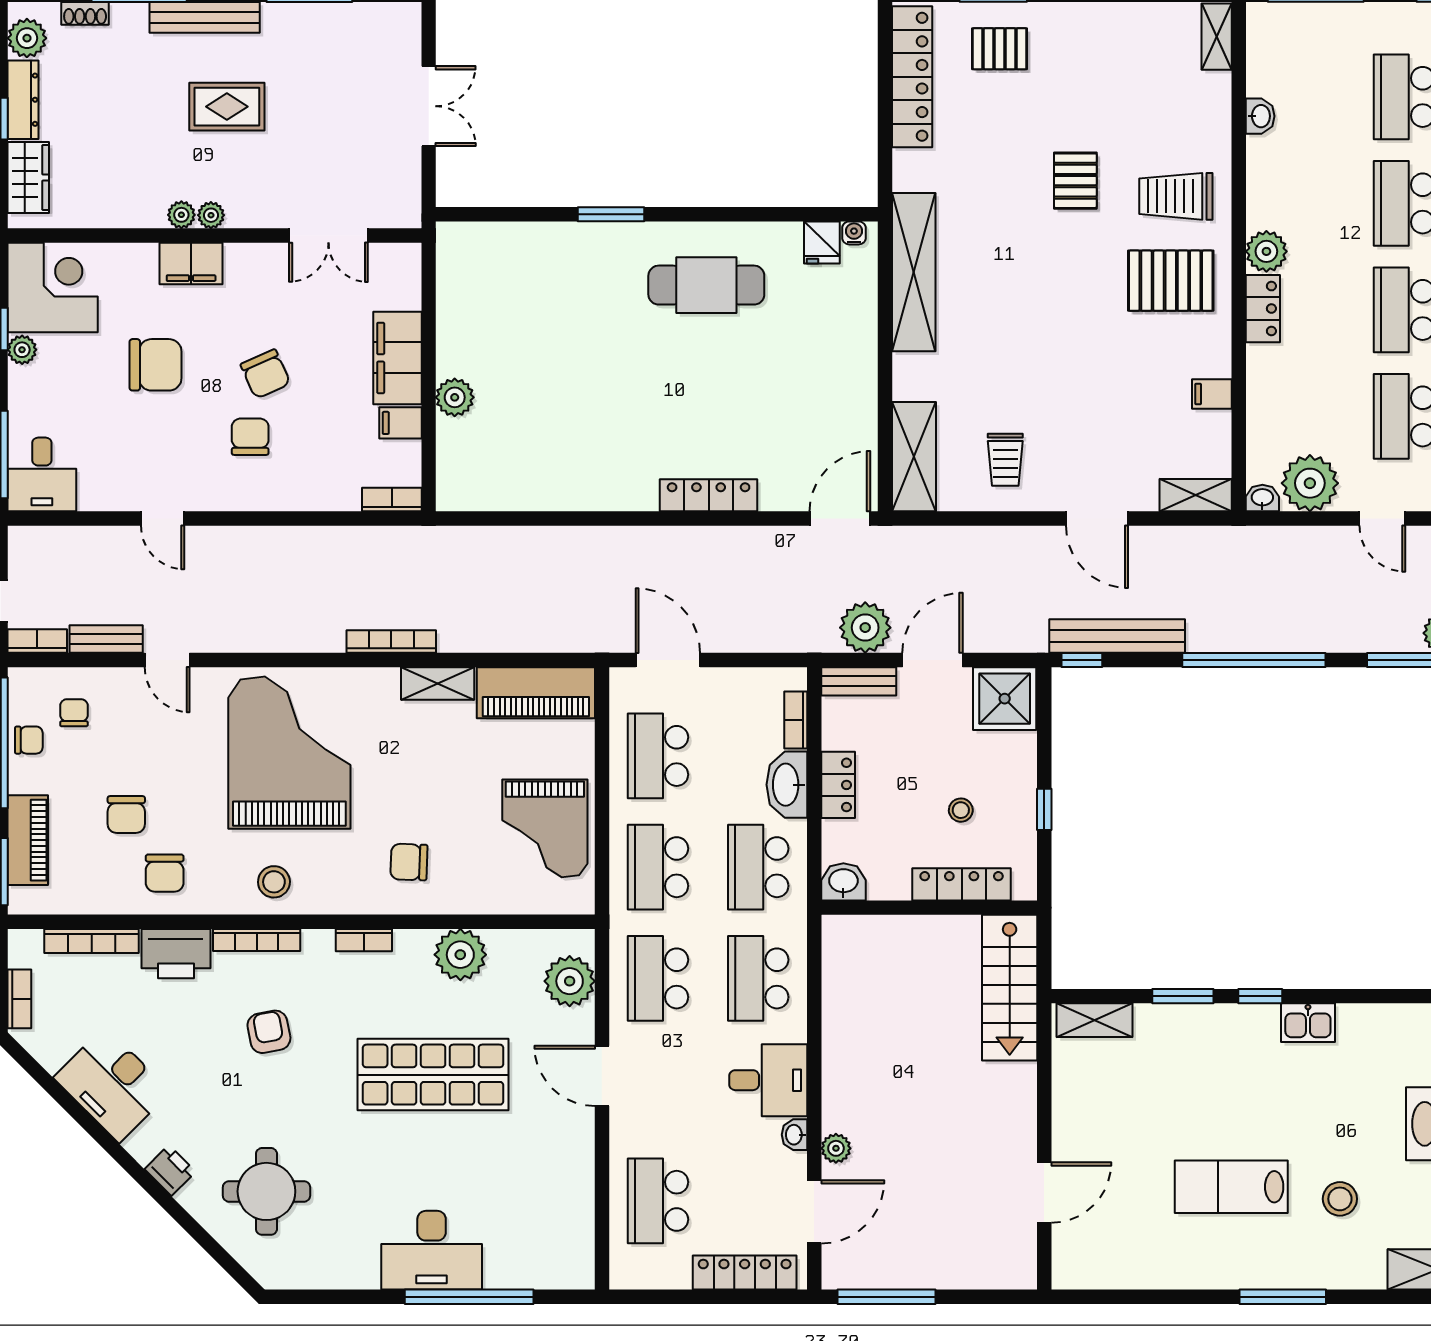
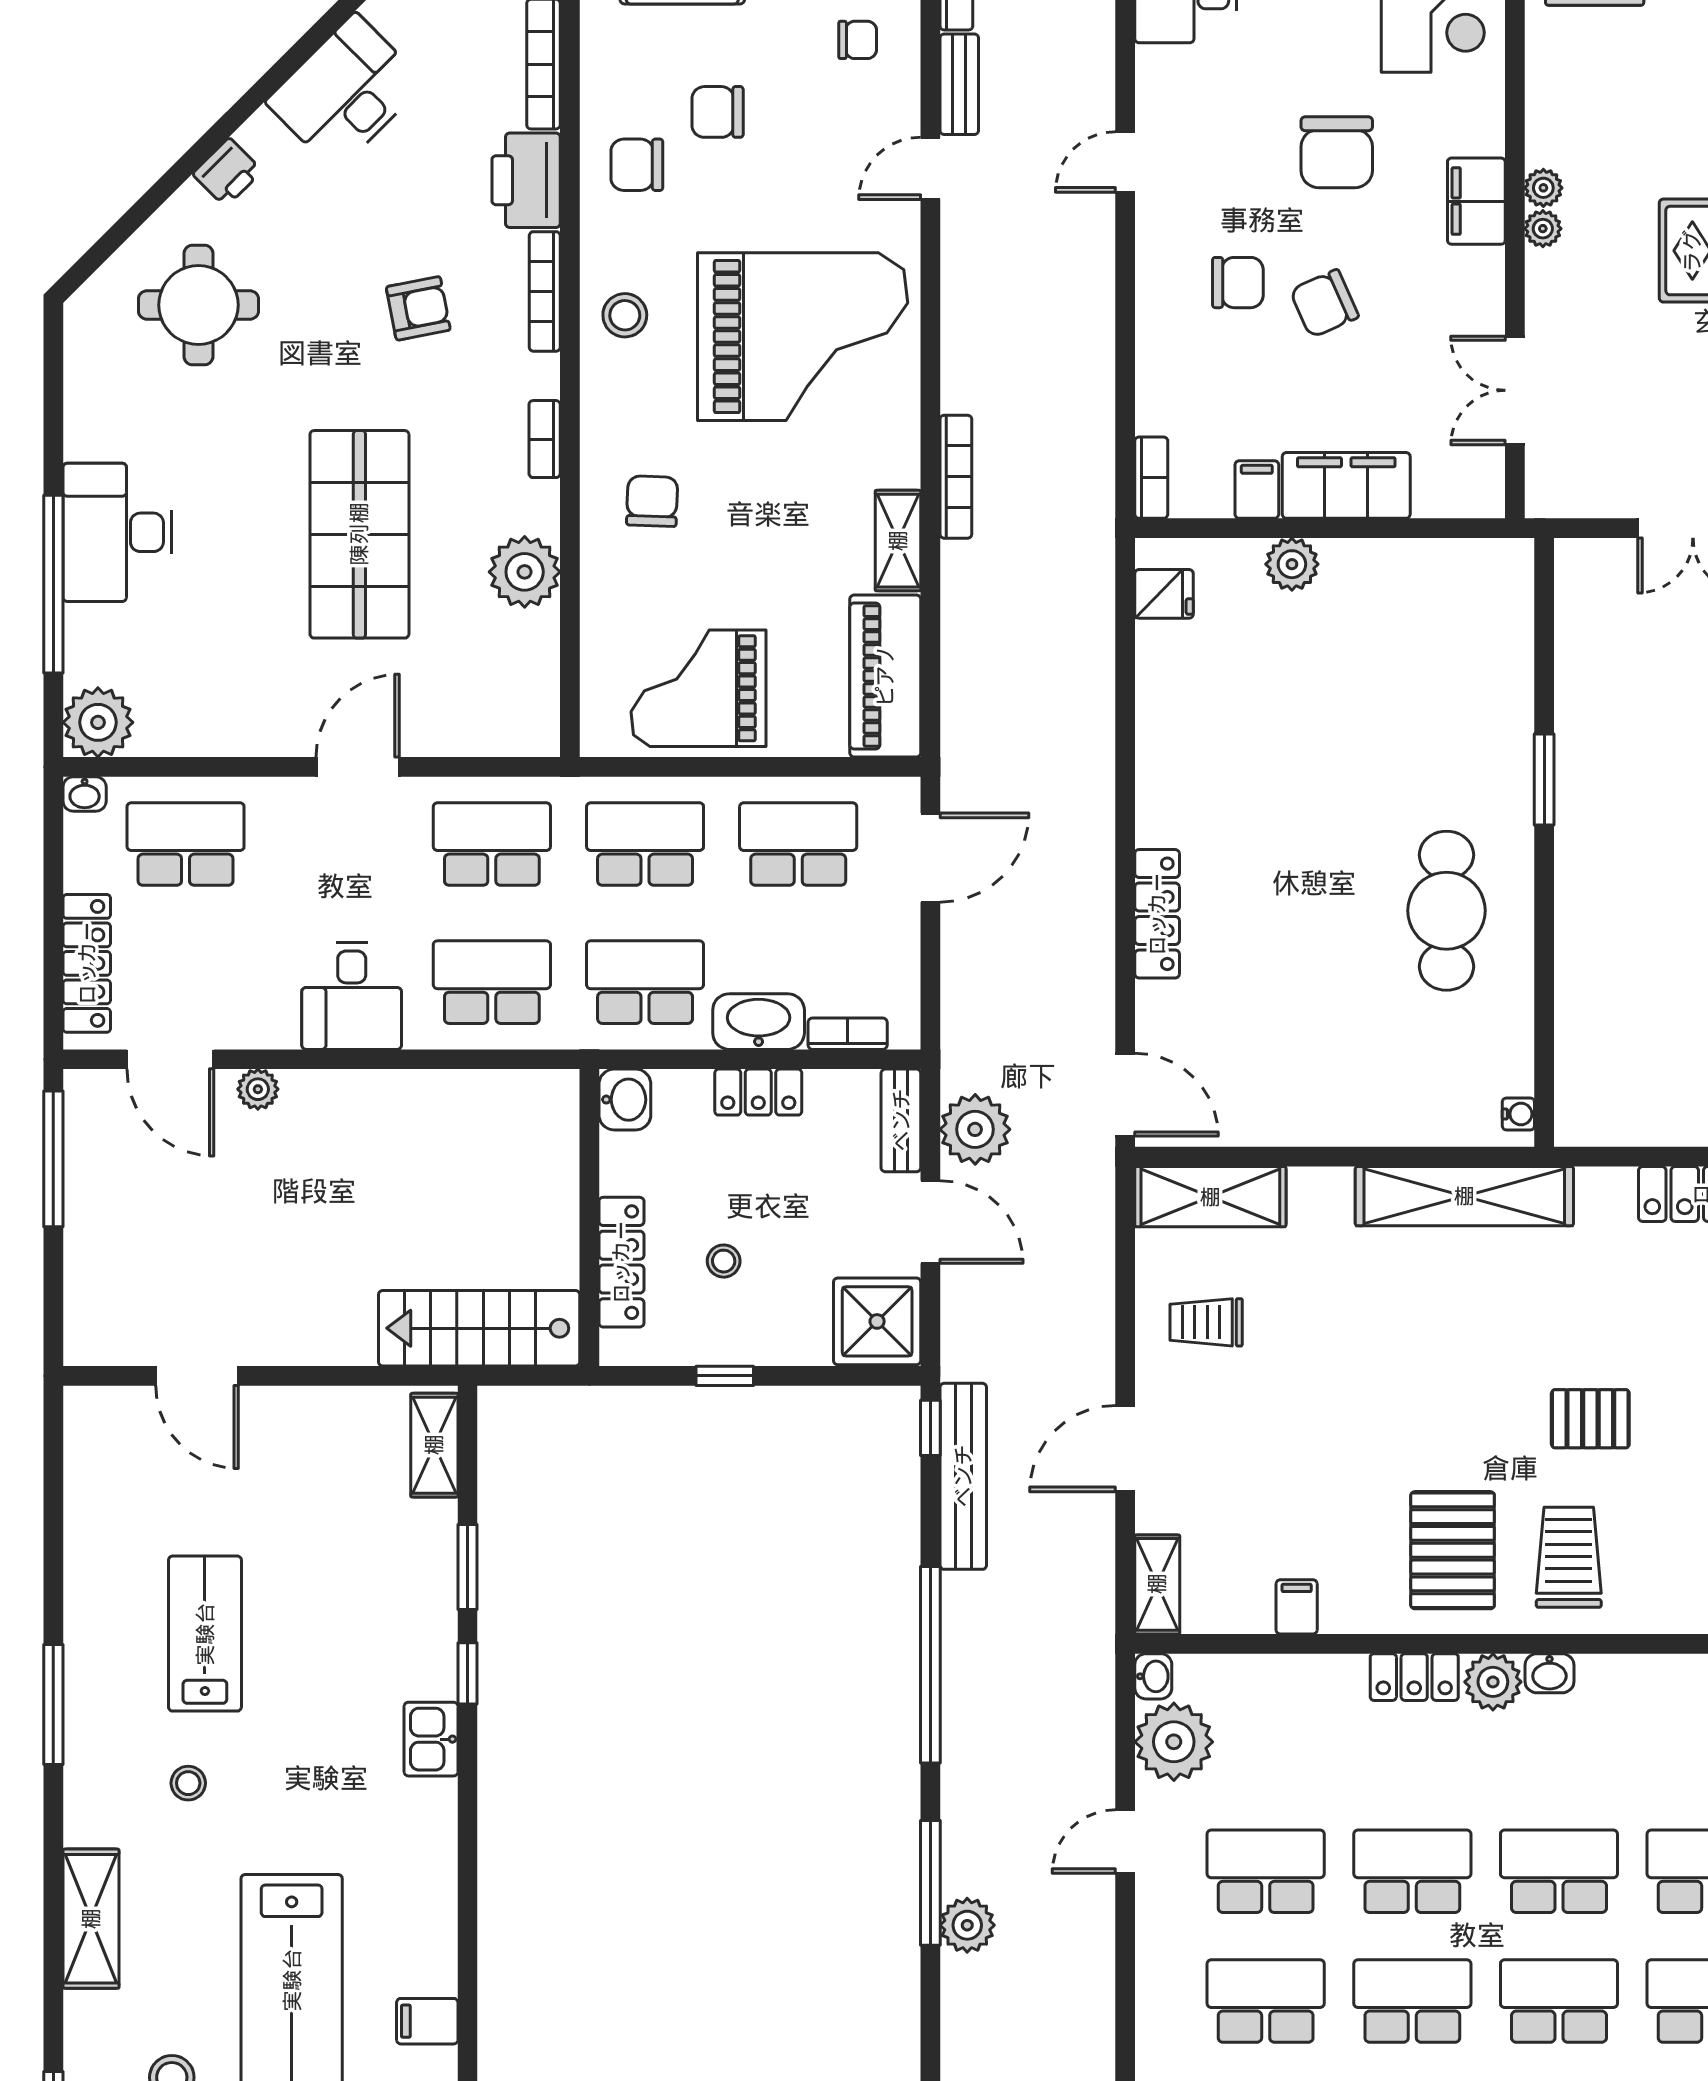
washbasin: (1260, 116) -> (1549, 1673), moved
fridge: (822, 242) -> (1164, 594), moved, turned 180
plant: (570, 981) -> (98, 722), moved
washbasin: (795, 1135) -> (85, 794), moved, turned 180
stool: (1340, 1199) -> (188, 1783), width x0.73, depth x0.73

